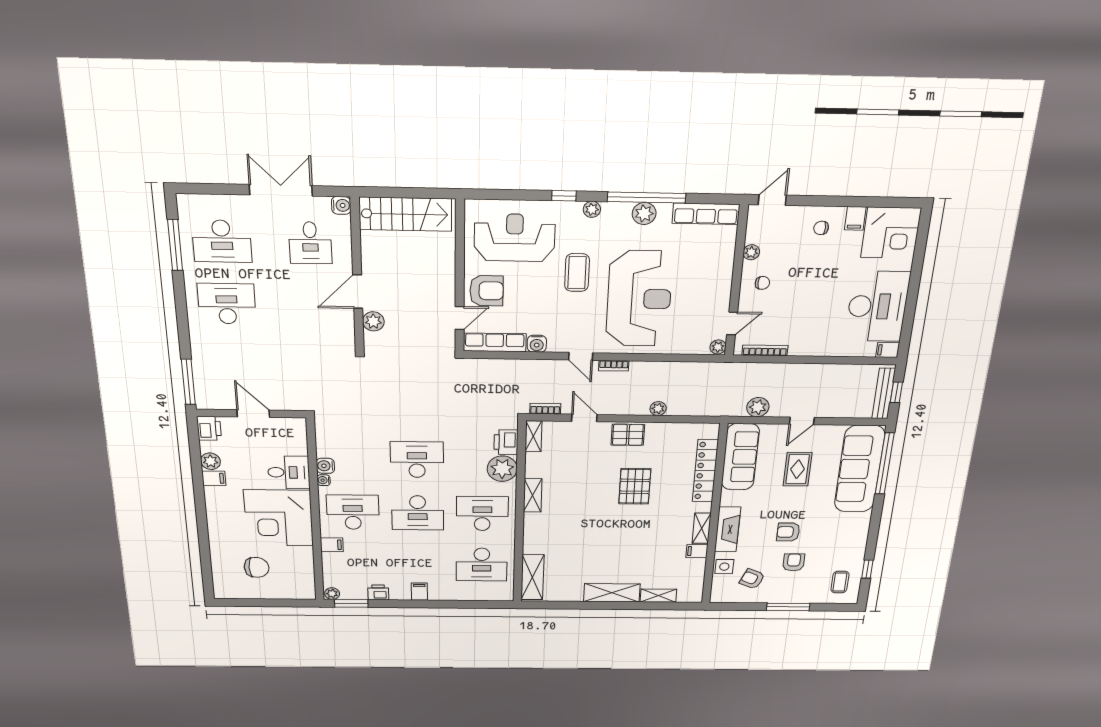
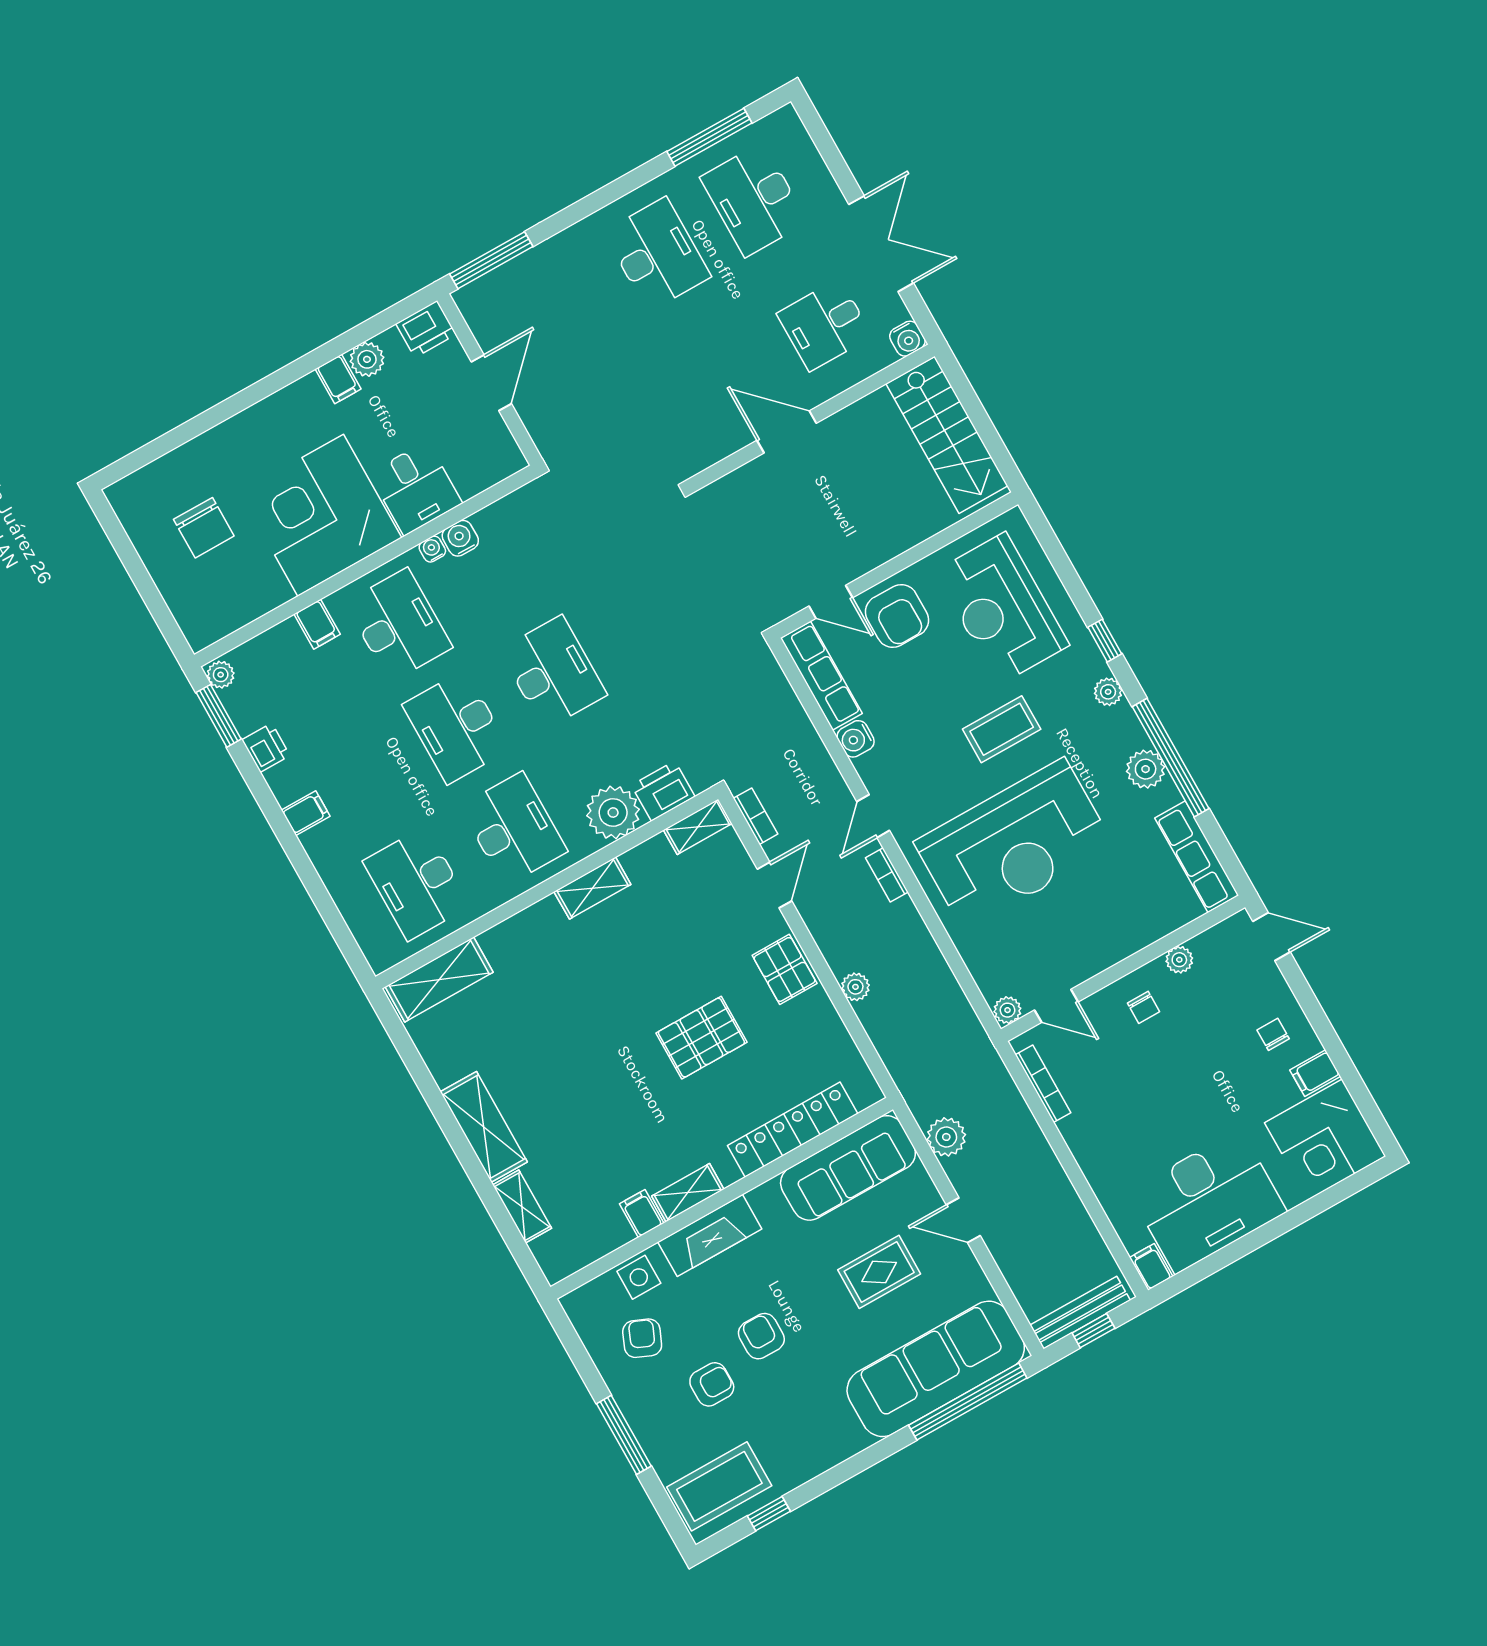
reception desk: (515, 238) -> (1002, 608), turned 180
plant: (373, 321) -> (752, 480), removed
coffee table: (840, 582) -> (719, 1486), width x1.86, depth x1.72

